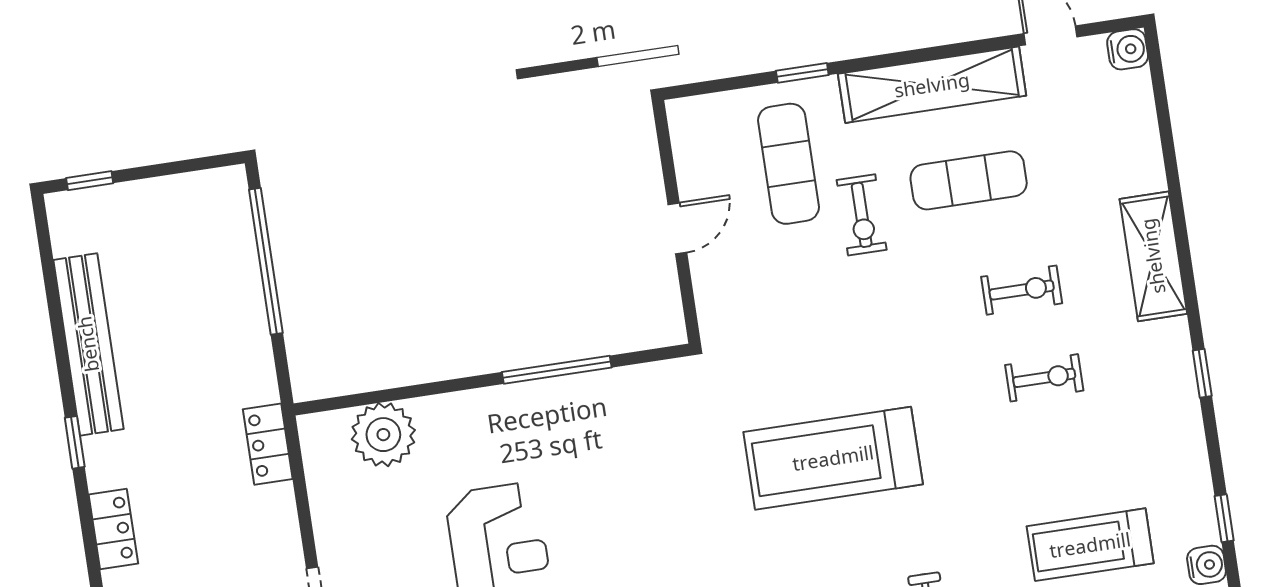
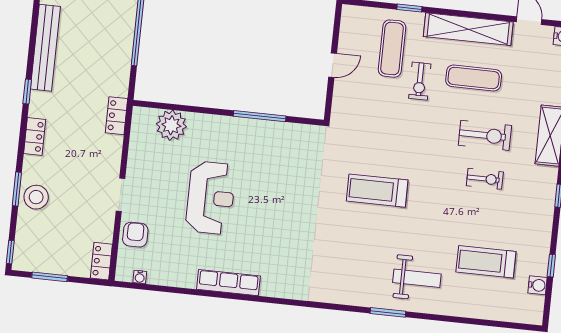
exercise bike: (1022, 290) -> (485, 135), width x1.38, depth x1.39
treadmill: (833, 458) -> (377, 191), width x0.73, depth x0.73

